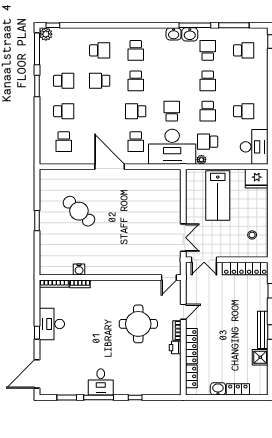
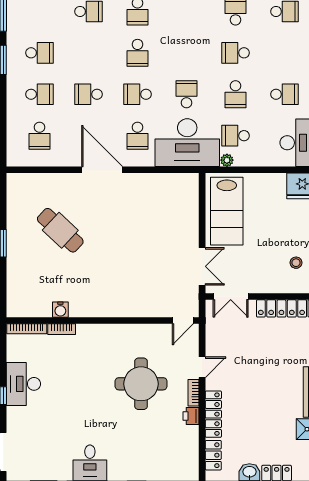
school desk: (100, 81) -> (89, 94), moved
school desk: (208, 81) -> (236, 53), turned 90
lab bench: (218, 196) -> (227, 211), moved

